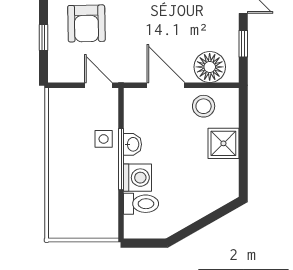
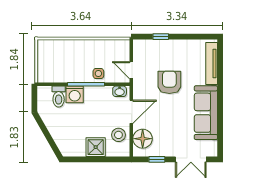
armchair: (86, 23) -> (169, 82), moved, turned 91
door: (98, 85) -> (131, 70), swing flipped
washbasin: (133, 144) -> (120, 91), moved

